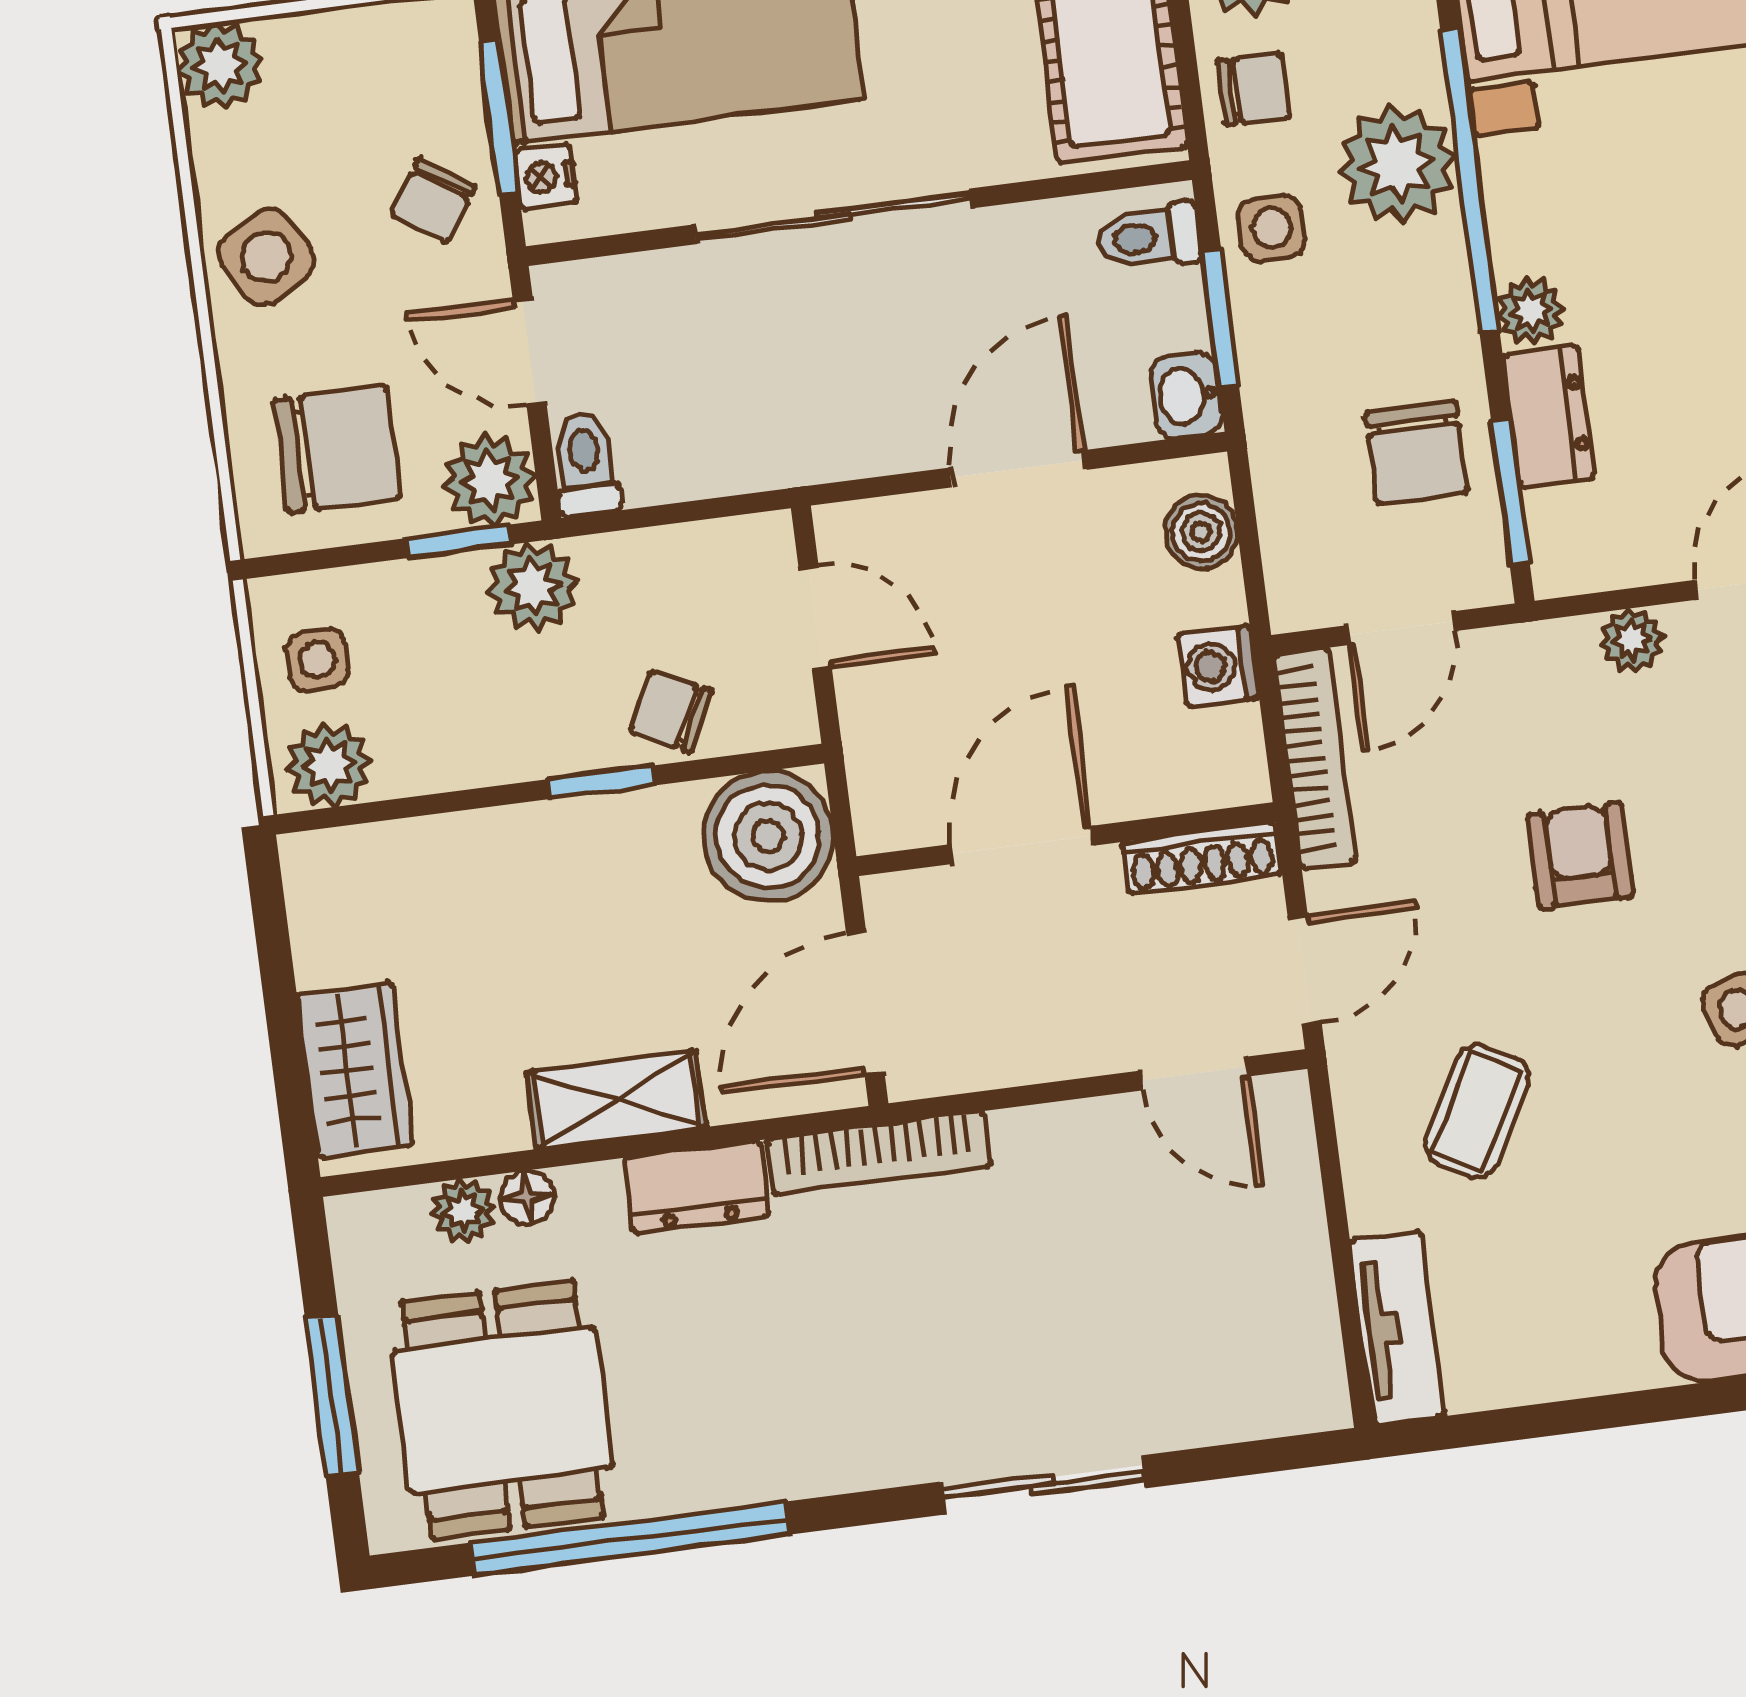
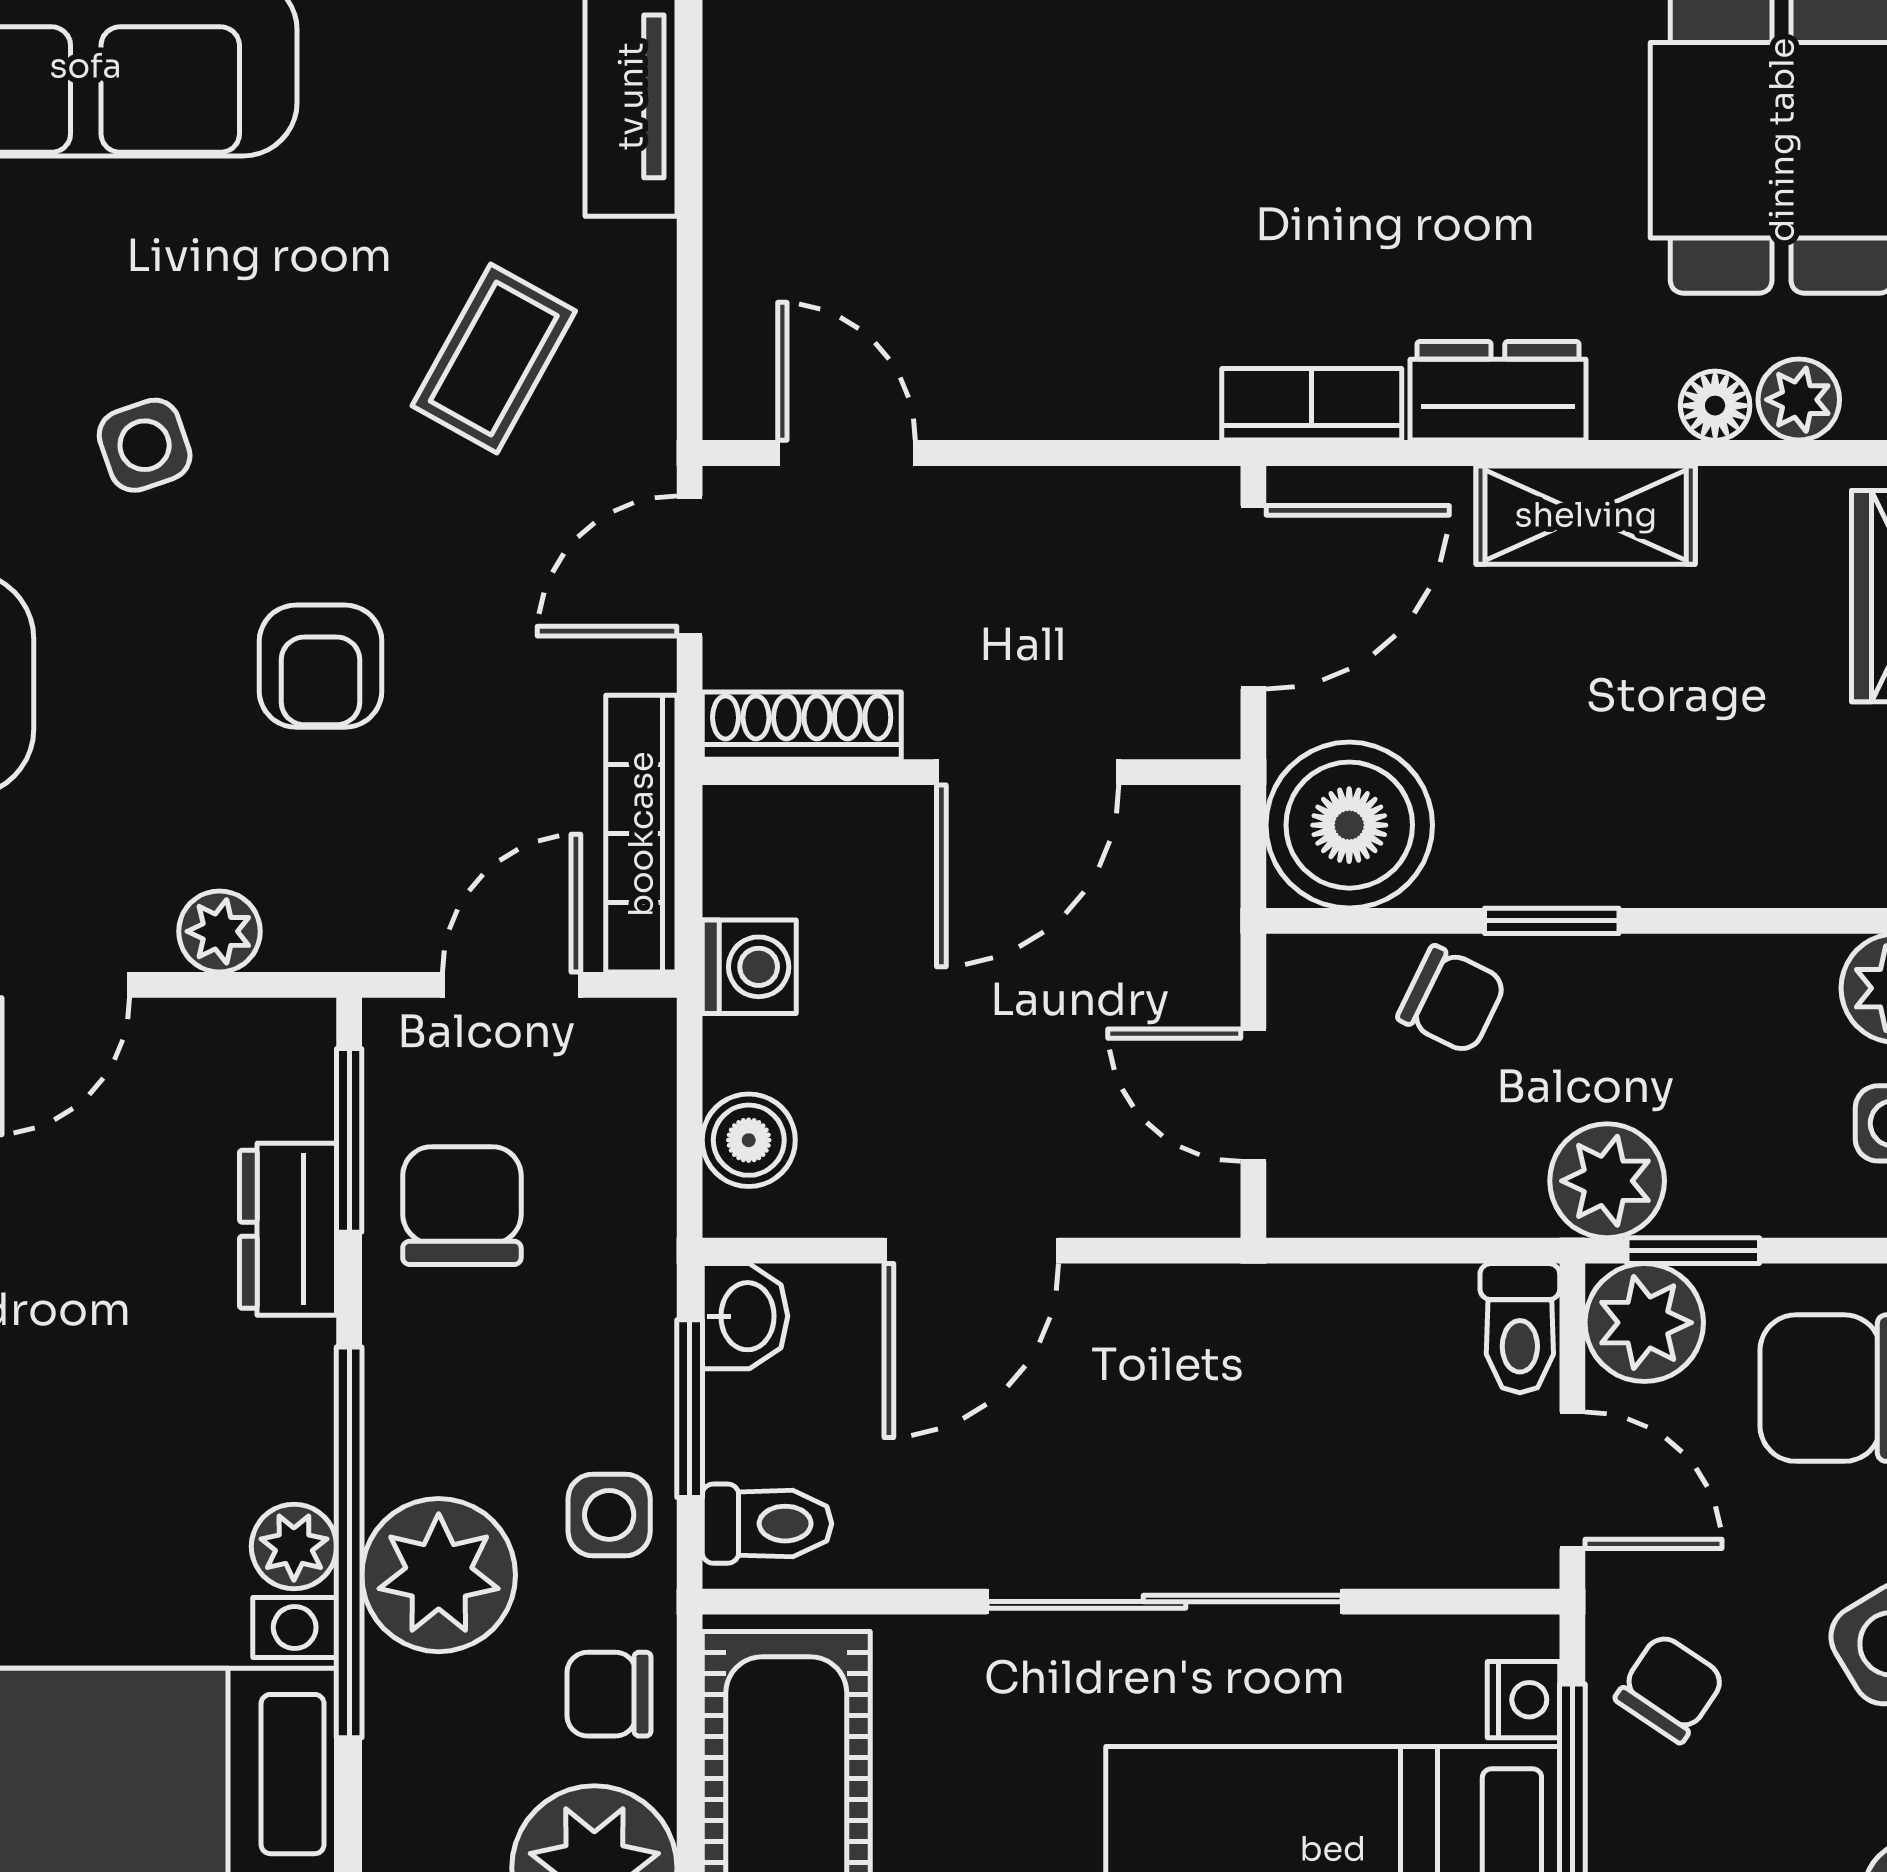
plant: (1530, 311) -> (294, 1546), moved
bookcase: (879, 1153) -> (1312, 404), width x0.64

